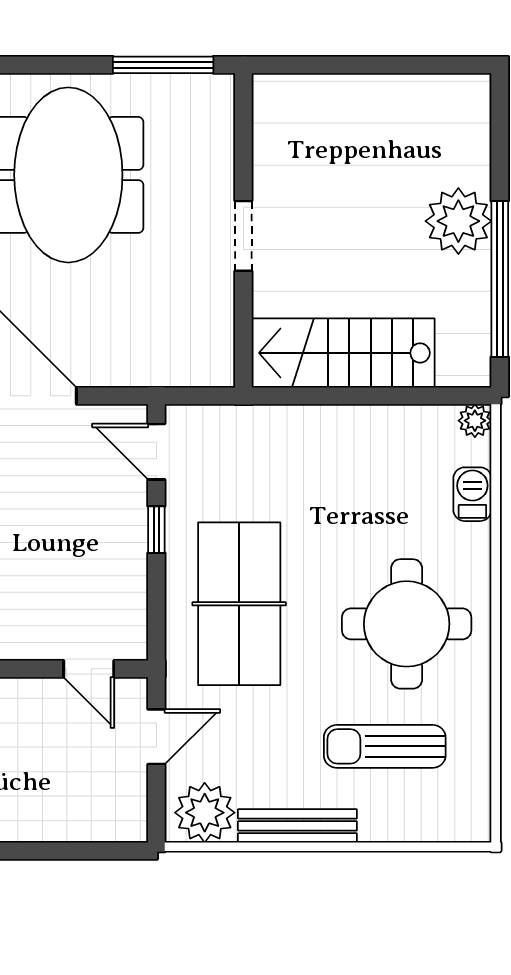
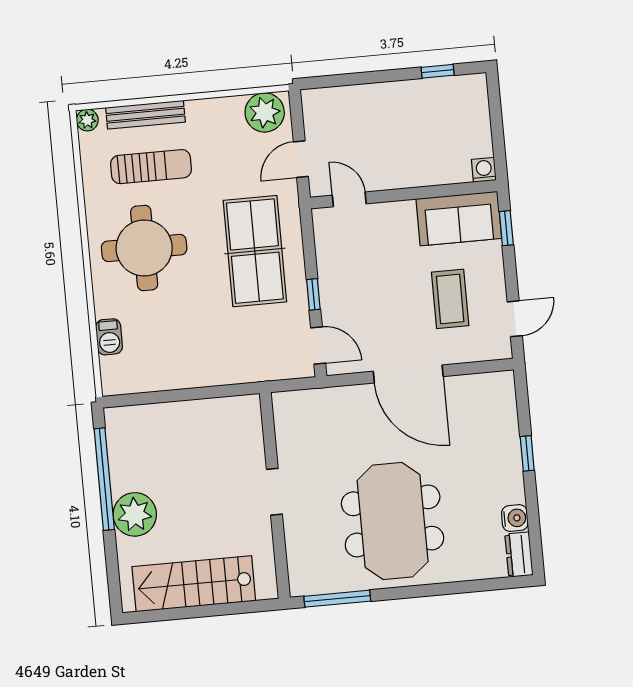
stairs: (343, 353) -> (194, 584), moved, turned 180
plant: (475, 421) -> (87, 120), moved
bench: (297, 826) -> (145, 115), moved

